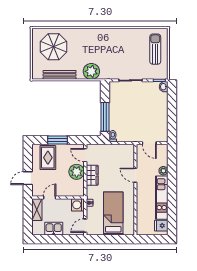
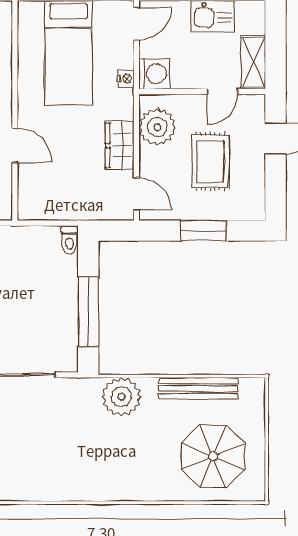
window: (105, 117) -> (88, 312), moved
rug: (48, 158) -> (210, 161), moved
plant: (77, 172) -> (157, 127), moved

